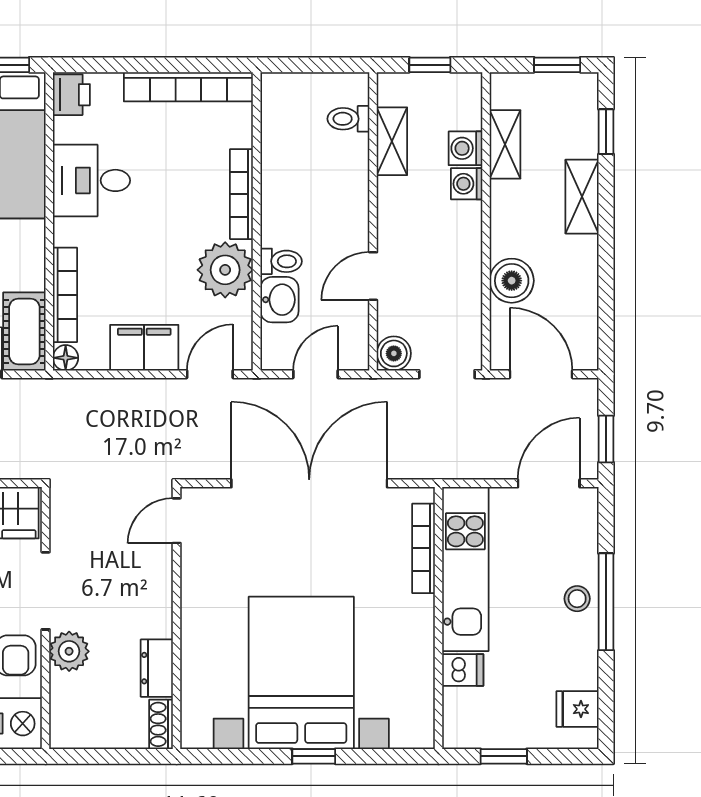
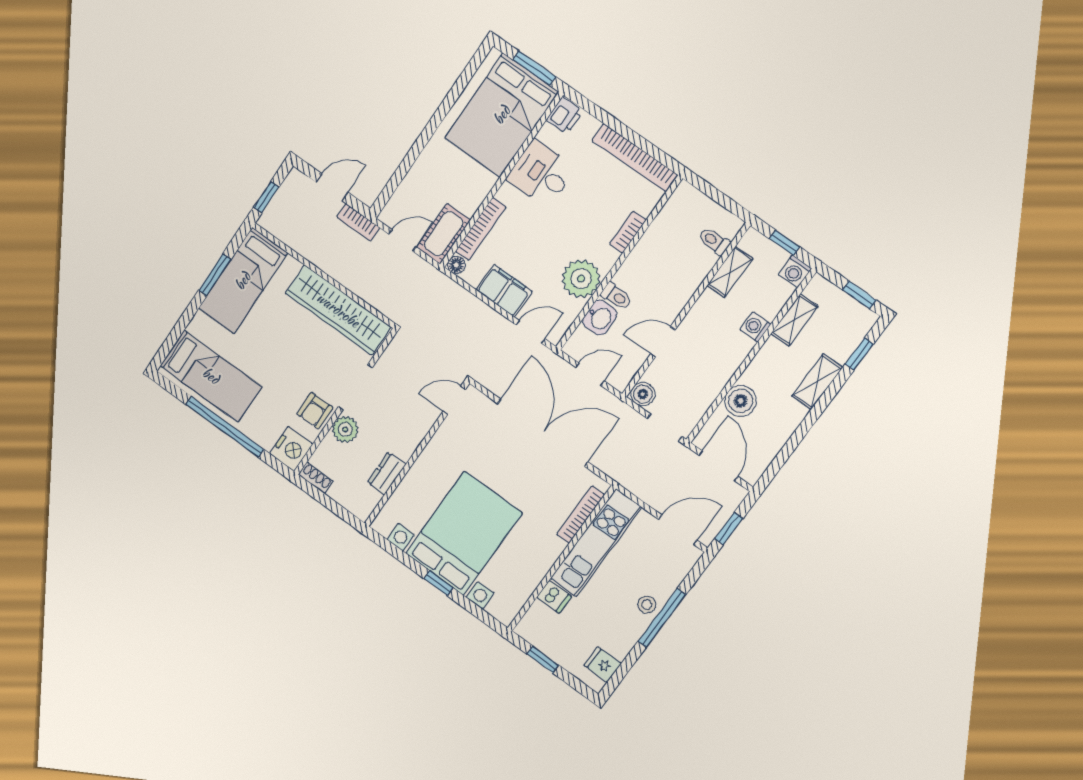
washing machine: (465, 148) -> (795, 271), moved, turned -90
bookcase: (241, 194) -> (628, 232), width x0.64
shoe rack: (161, 724) -> (316, 478), moved, turned 90

